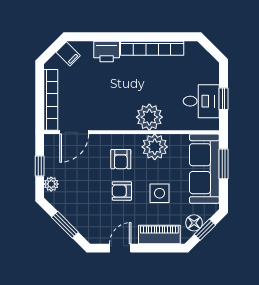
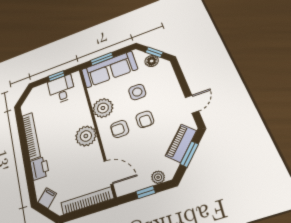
plant: (149, 117) -> (86, 136), moved
armchair: (121, 159) -> (120, 129), turned 180
piano: (159, 235) -> (181, 143), moved, turned 45
door: (120, 248) -> (192, 104), swing flipped

